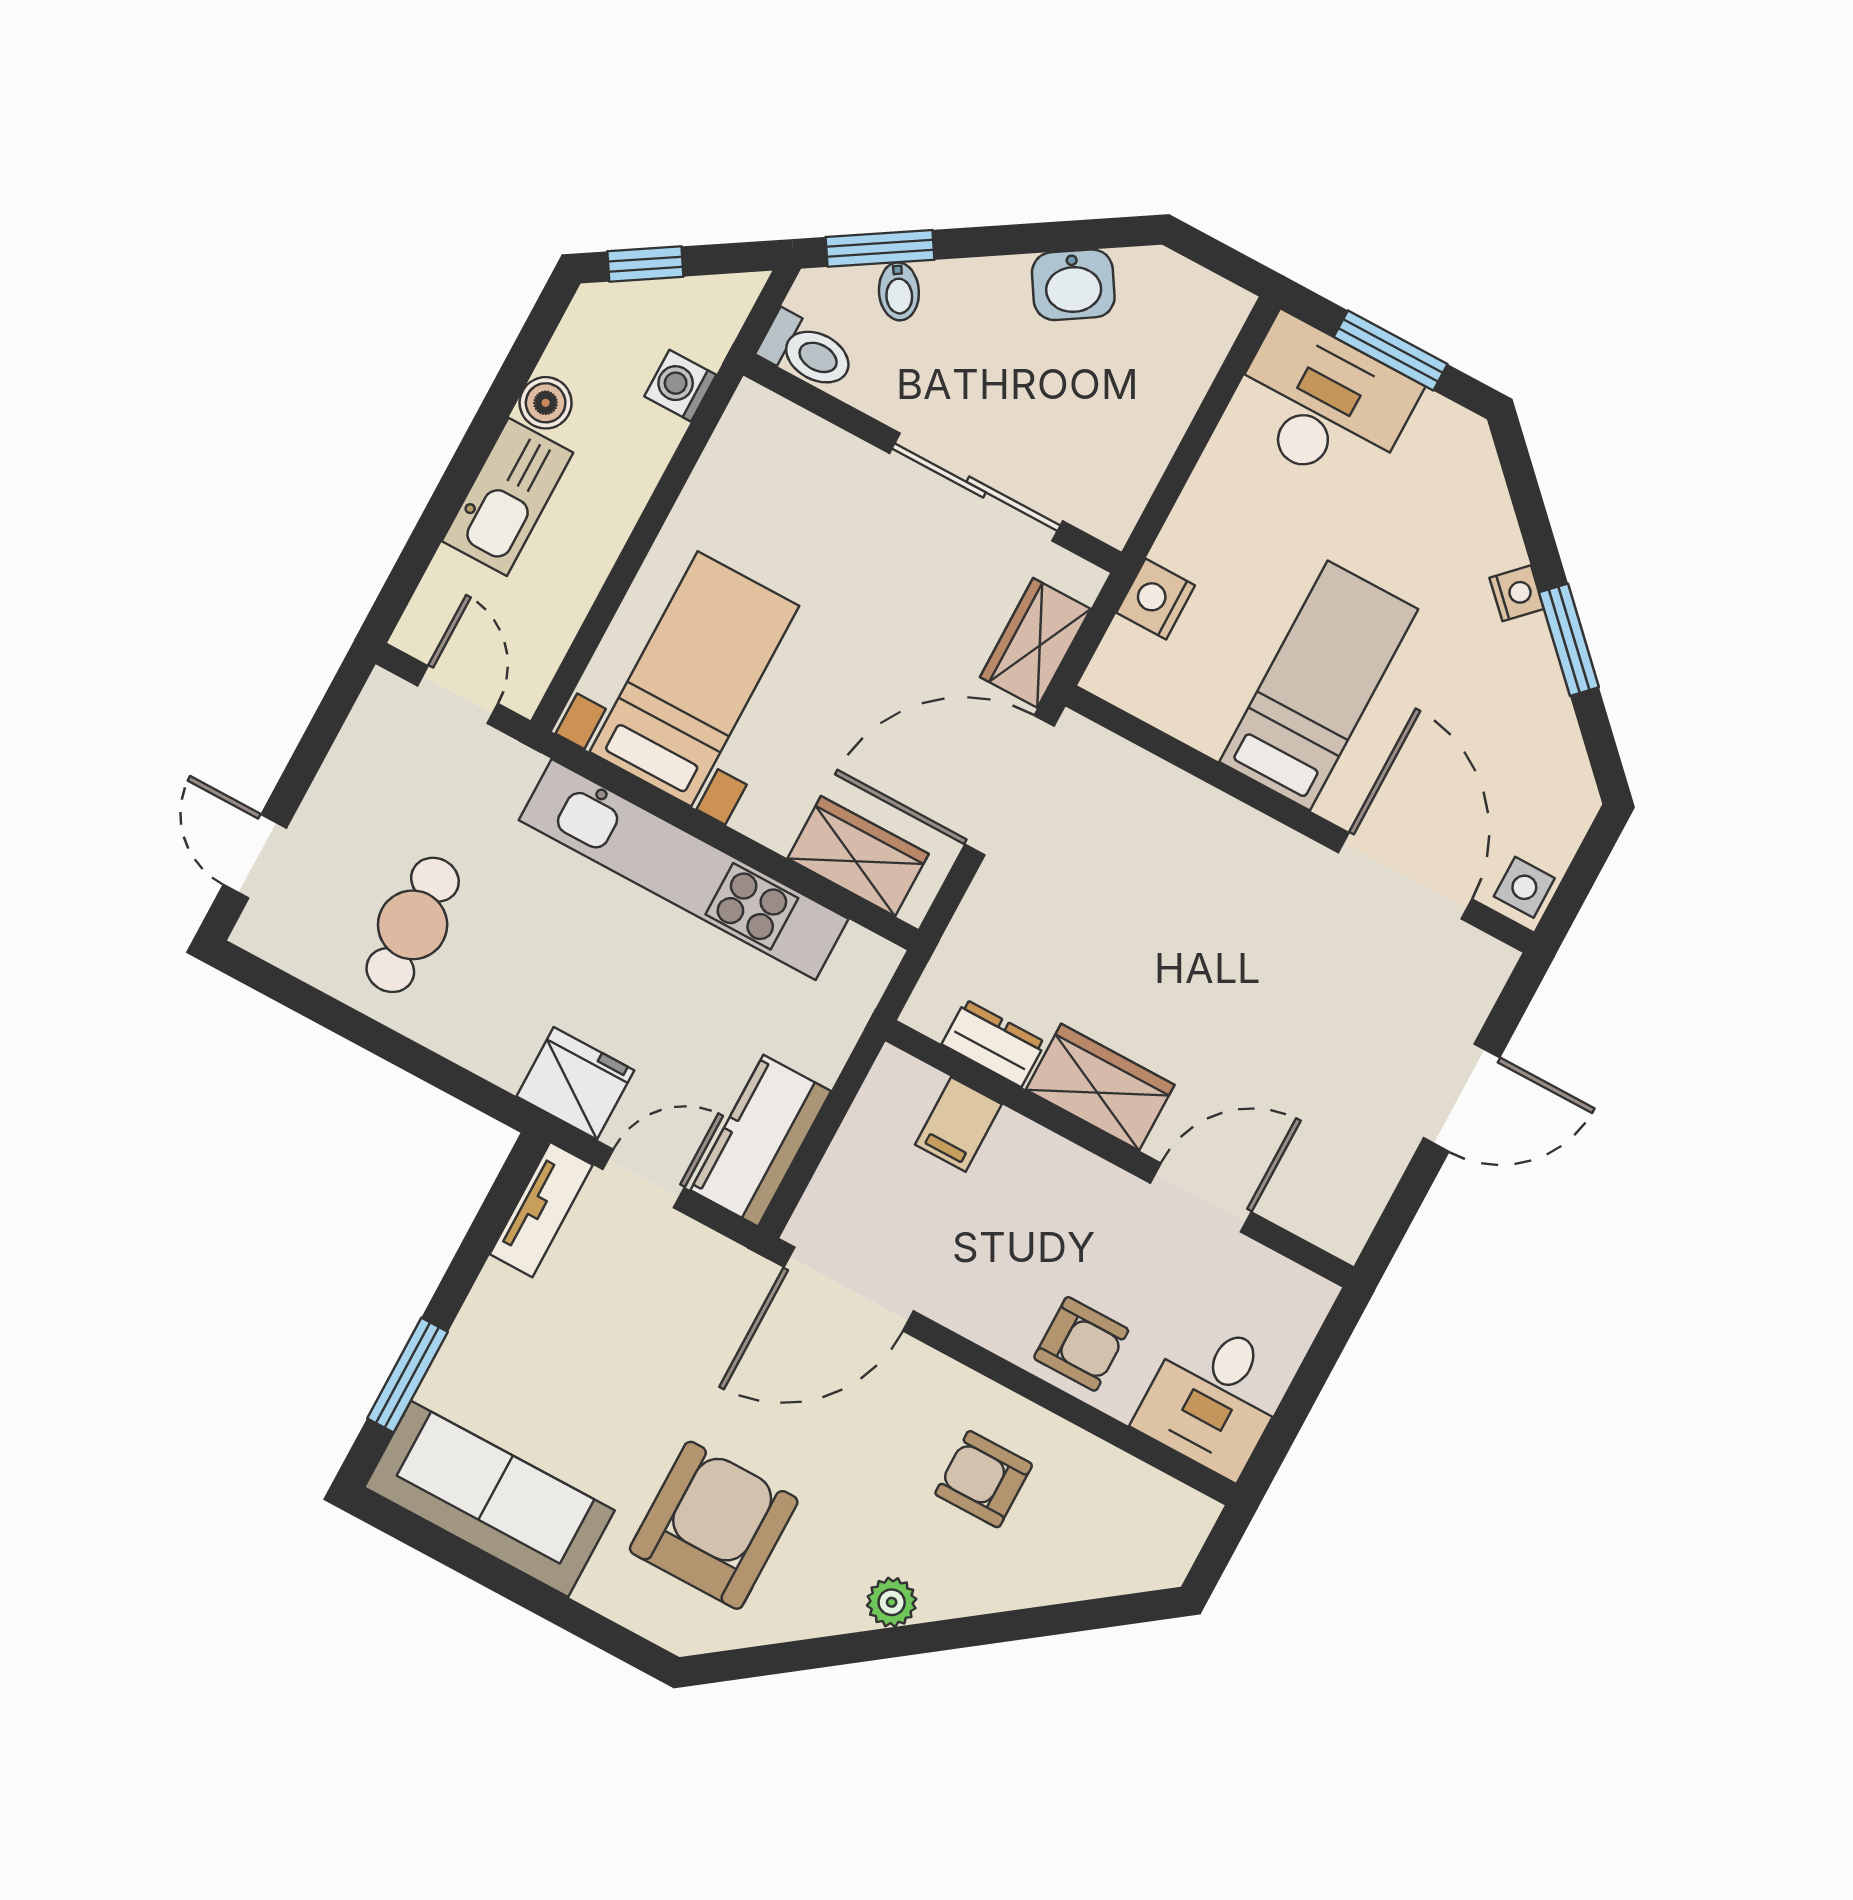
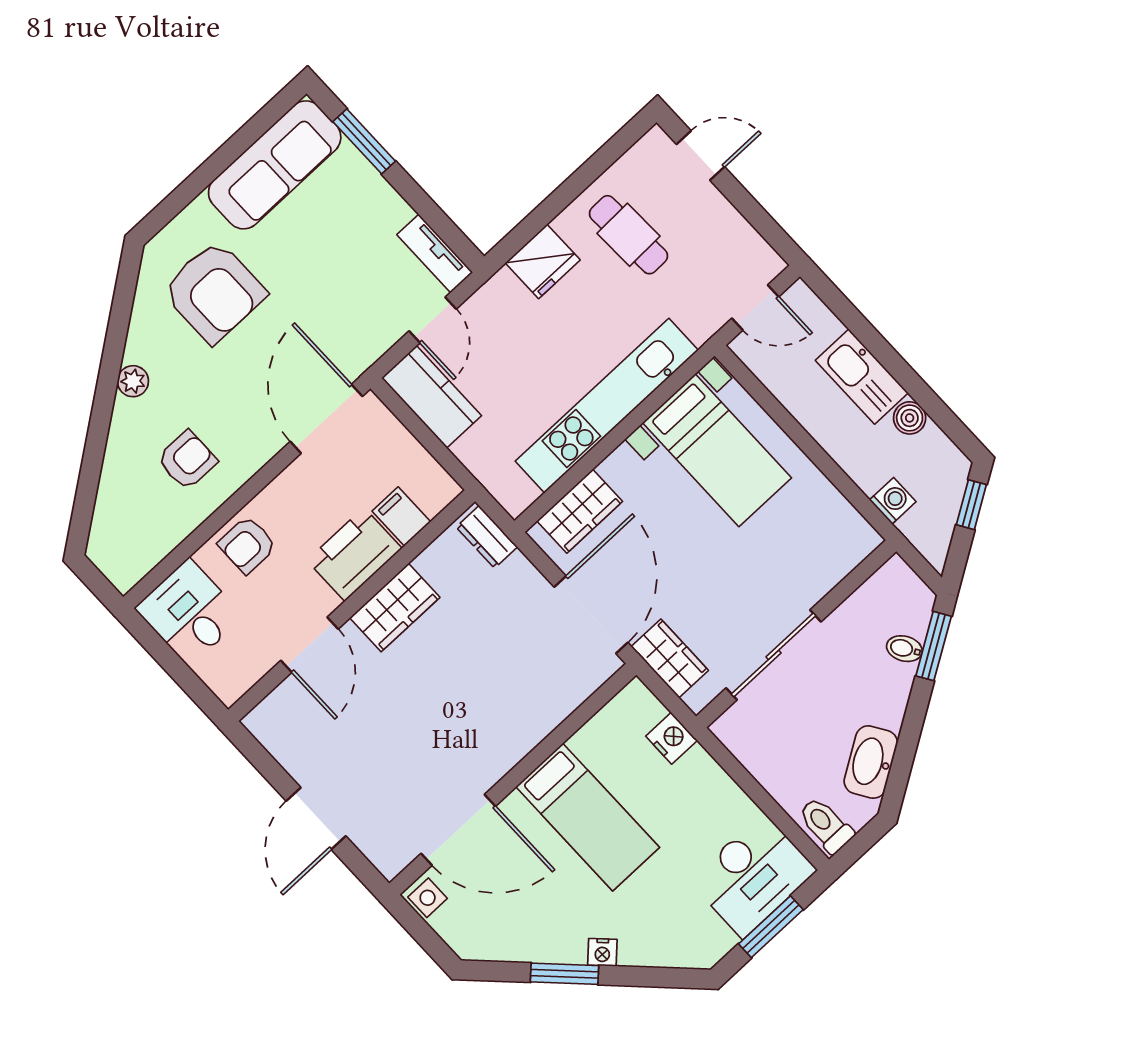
washbasin: (1073, 285) -> (871, 762), width x1.38
toilet: (807, 352) -> (826, 825), moved, turned 90
dresser: (994, 1043) -> (487, 537), moved, turned 90
fridge: (575, 1083) -> (543, 261), moved
printer: (1040, 1176) -> (354, 554), added

